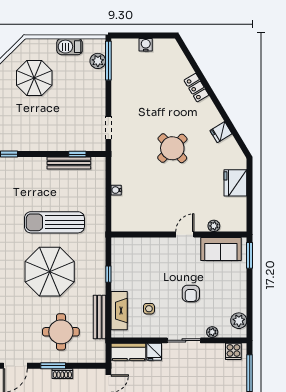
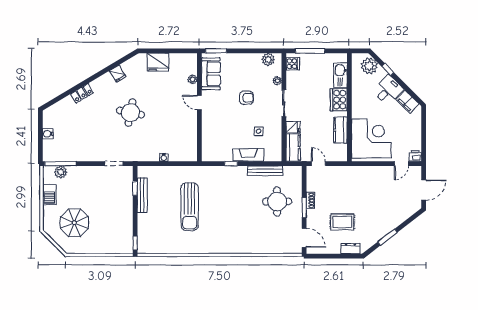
round table: (172, 148) -> (130, 113), turned -35
parasol: (50, 272) -> (229, 211), removed
fireplace: (119, 311) -> (248, 155), moved

